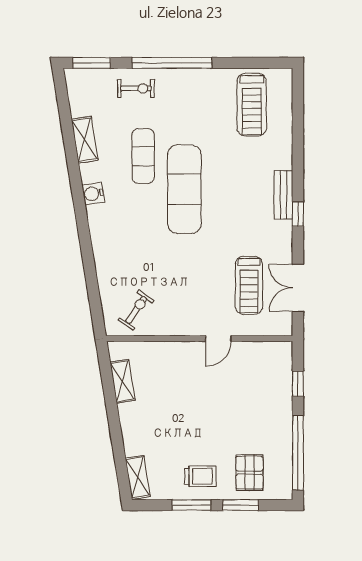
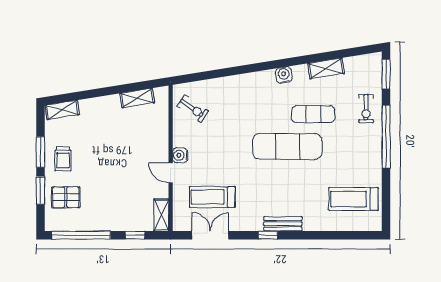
water cooler: (196, 326) -> (180, 155), added
shelving: (272, 350) -> (161, 215), added

